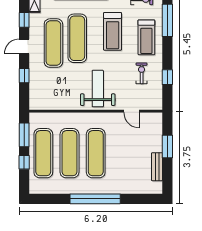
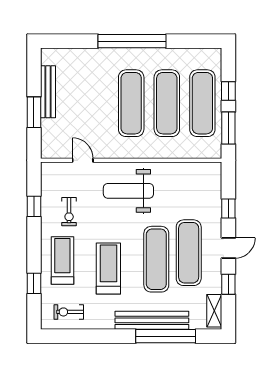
window: (167, 20) -> (34, 283), width x0.46
weight bench: (98, 89) -> (128, 191), turned 90
bench: (157, 167) -> (48, 92), width x1.36

